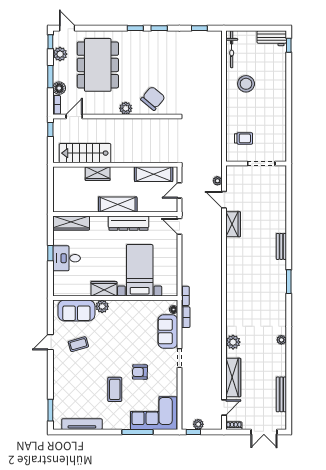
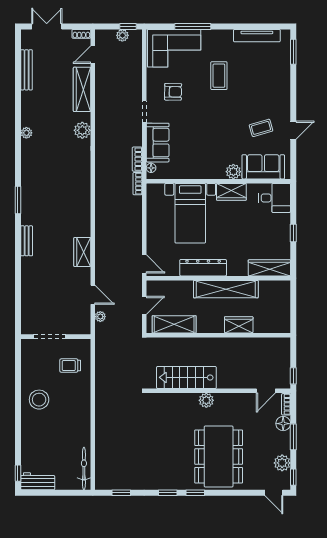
dining table: (98, 65) -> (219, 457), moved
stool: (246, 84) -> (39, 400), moved
chair: (153, 98) -> (175, 412), removed
stairs: (85, 153) -> (186, 377), moved, turned 180
shelving: (118, 205) -> (226, 289), width x1.47
wardrobe: (233, 224) -> (82, 252), moved
desk: (67, 258) -> (275, 198), moved
armchair: (140, 372) -> (173, 92), moved

